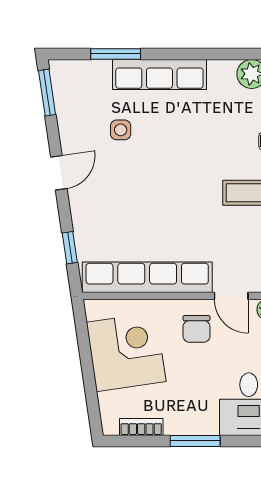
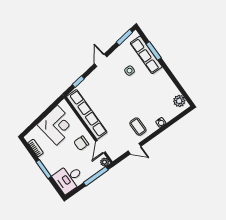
row of seats: (159, 74) -> (146, 55), moved
door: (59, 173) -> (101, 60), swing flipped

